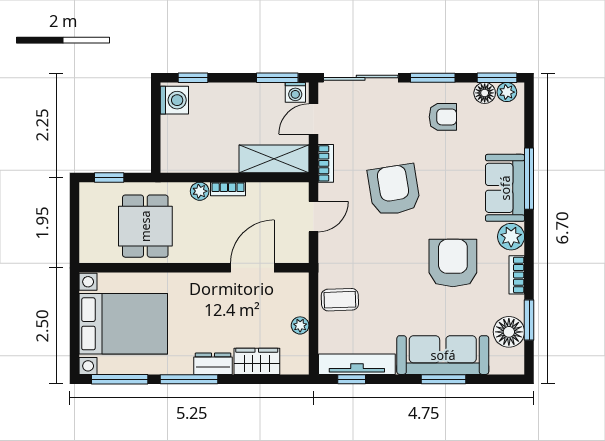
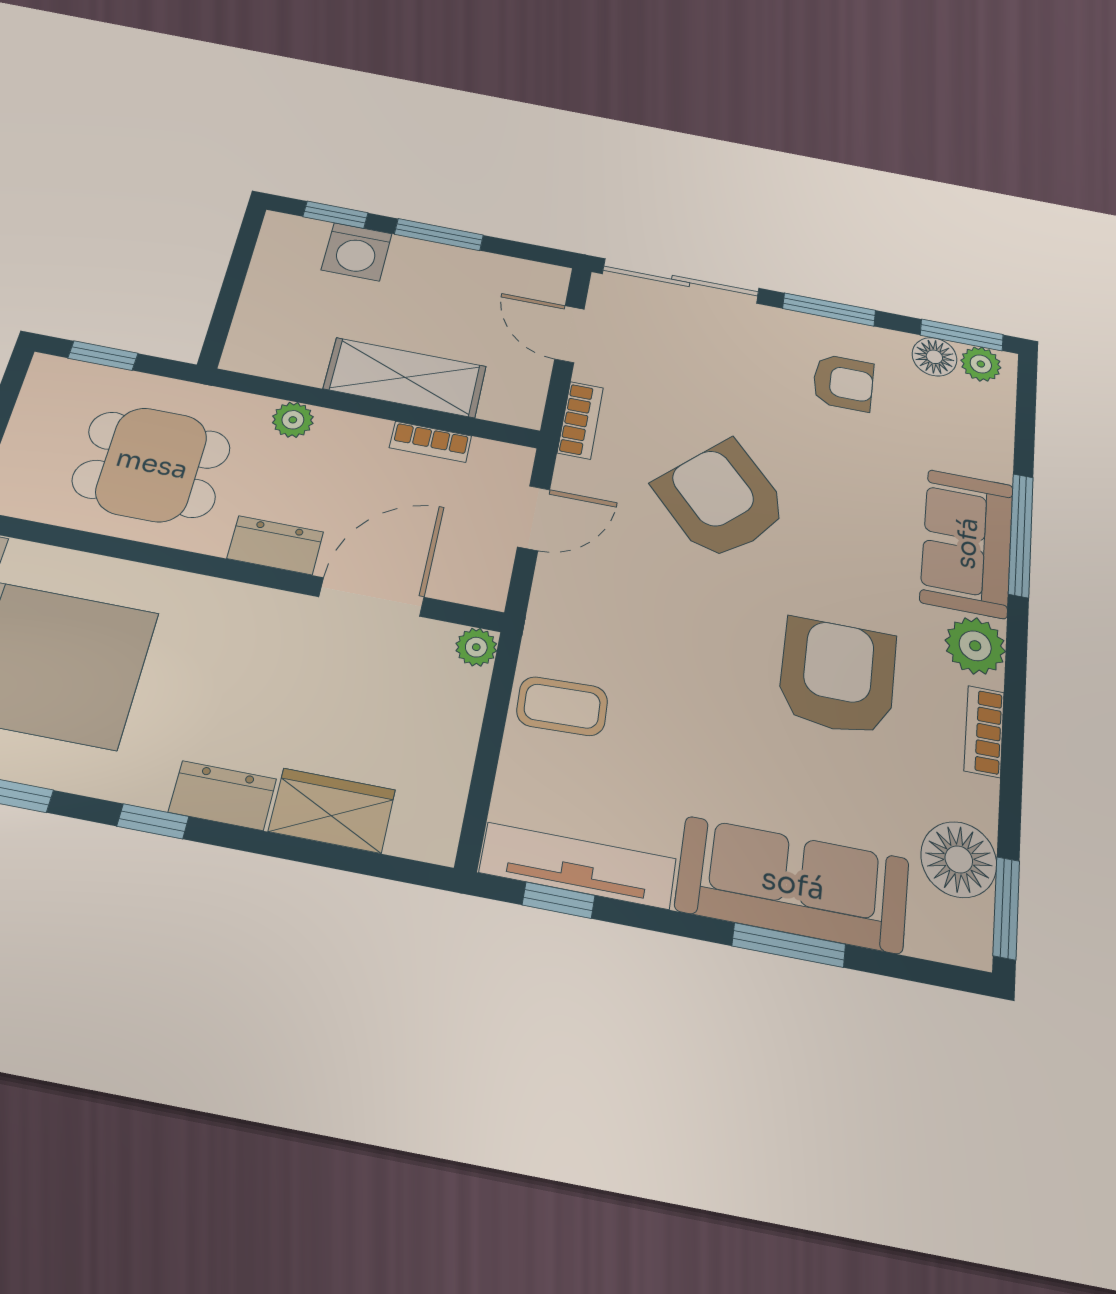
window: (277, 78) -> (439, 235), moved
washing machine: (295, 92) -> (541, 280), removed
washing machine: (174, 100) -> (357, 252), moved, turned 90
door: (313, 119) -> (569, 334), hinge flipped
shelving: (274, 159) -> (405, 377), moved
bookcase: (228, 189) -> (430, 442), moved
armchair: (394, 190) -> (722, 500), turned -34
dining table: (145, 226) -> (152, 464), turned 90
dresser: (207, 253) -> (275, 545), added
window: (529, 320) -> (1006, 908), moved
plant: (300, 325) -> (476, 647), moved
window: (189, 379) -> (153, 821), width x0.46

